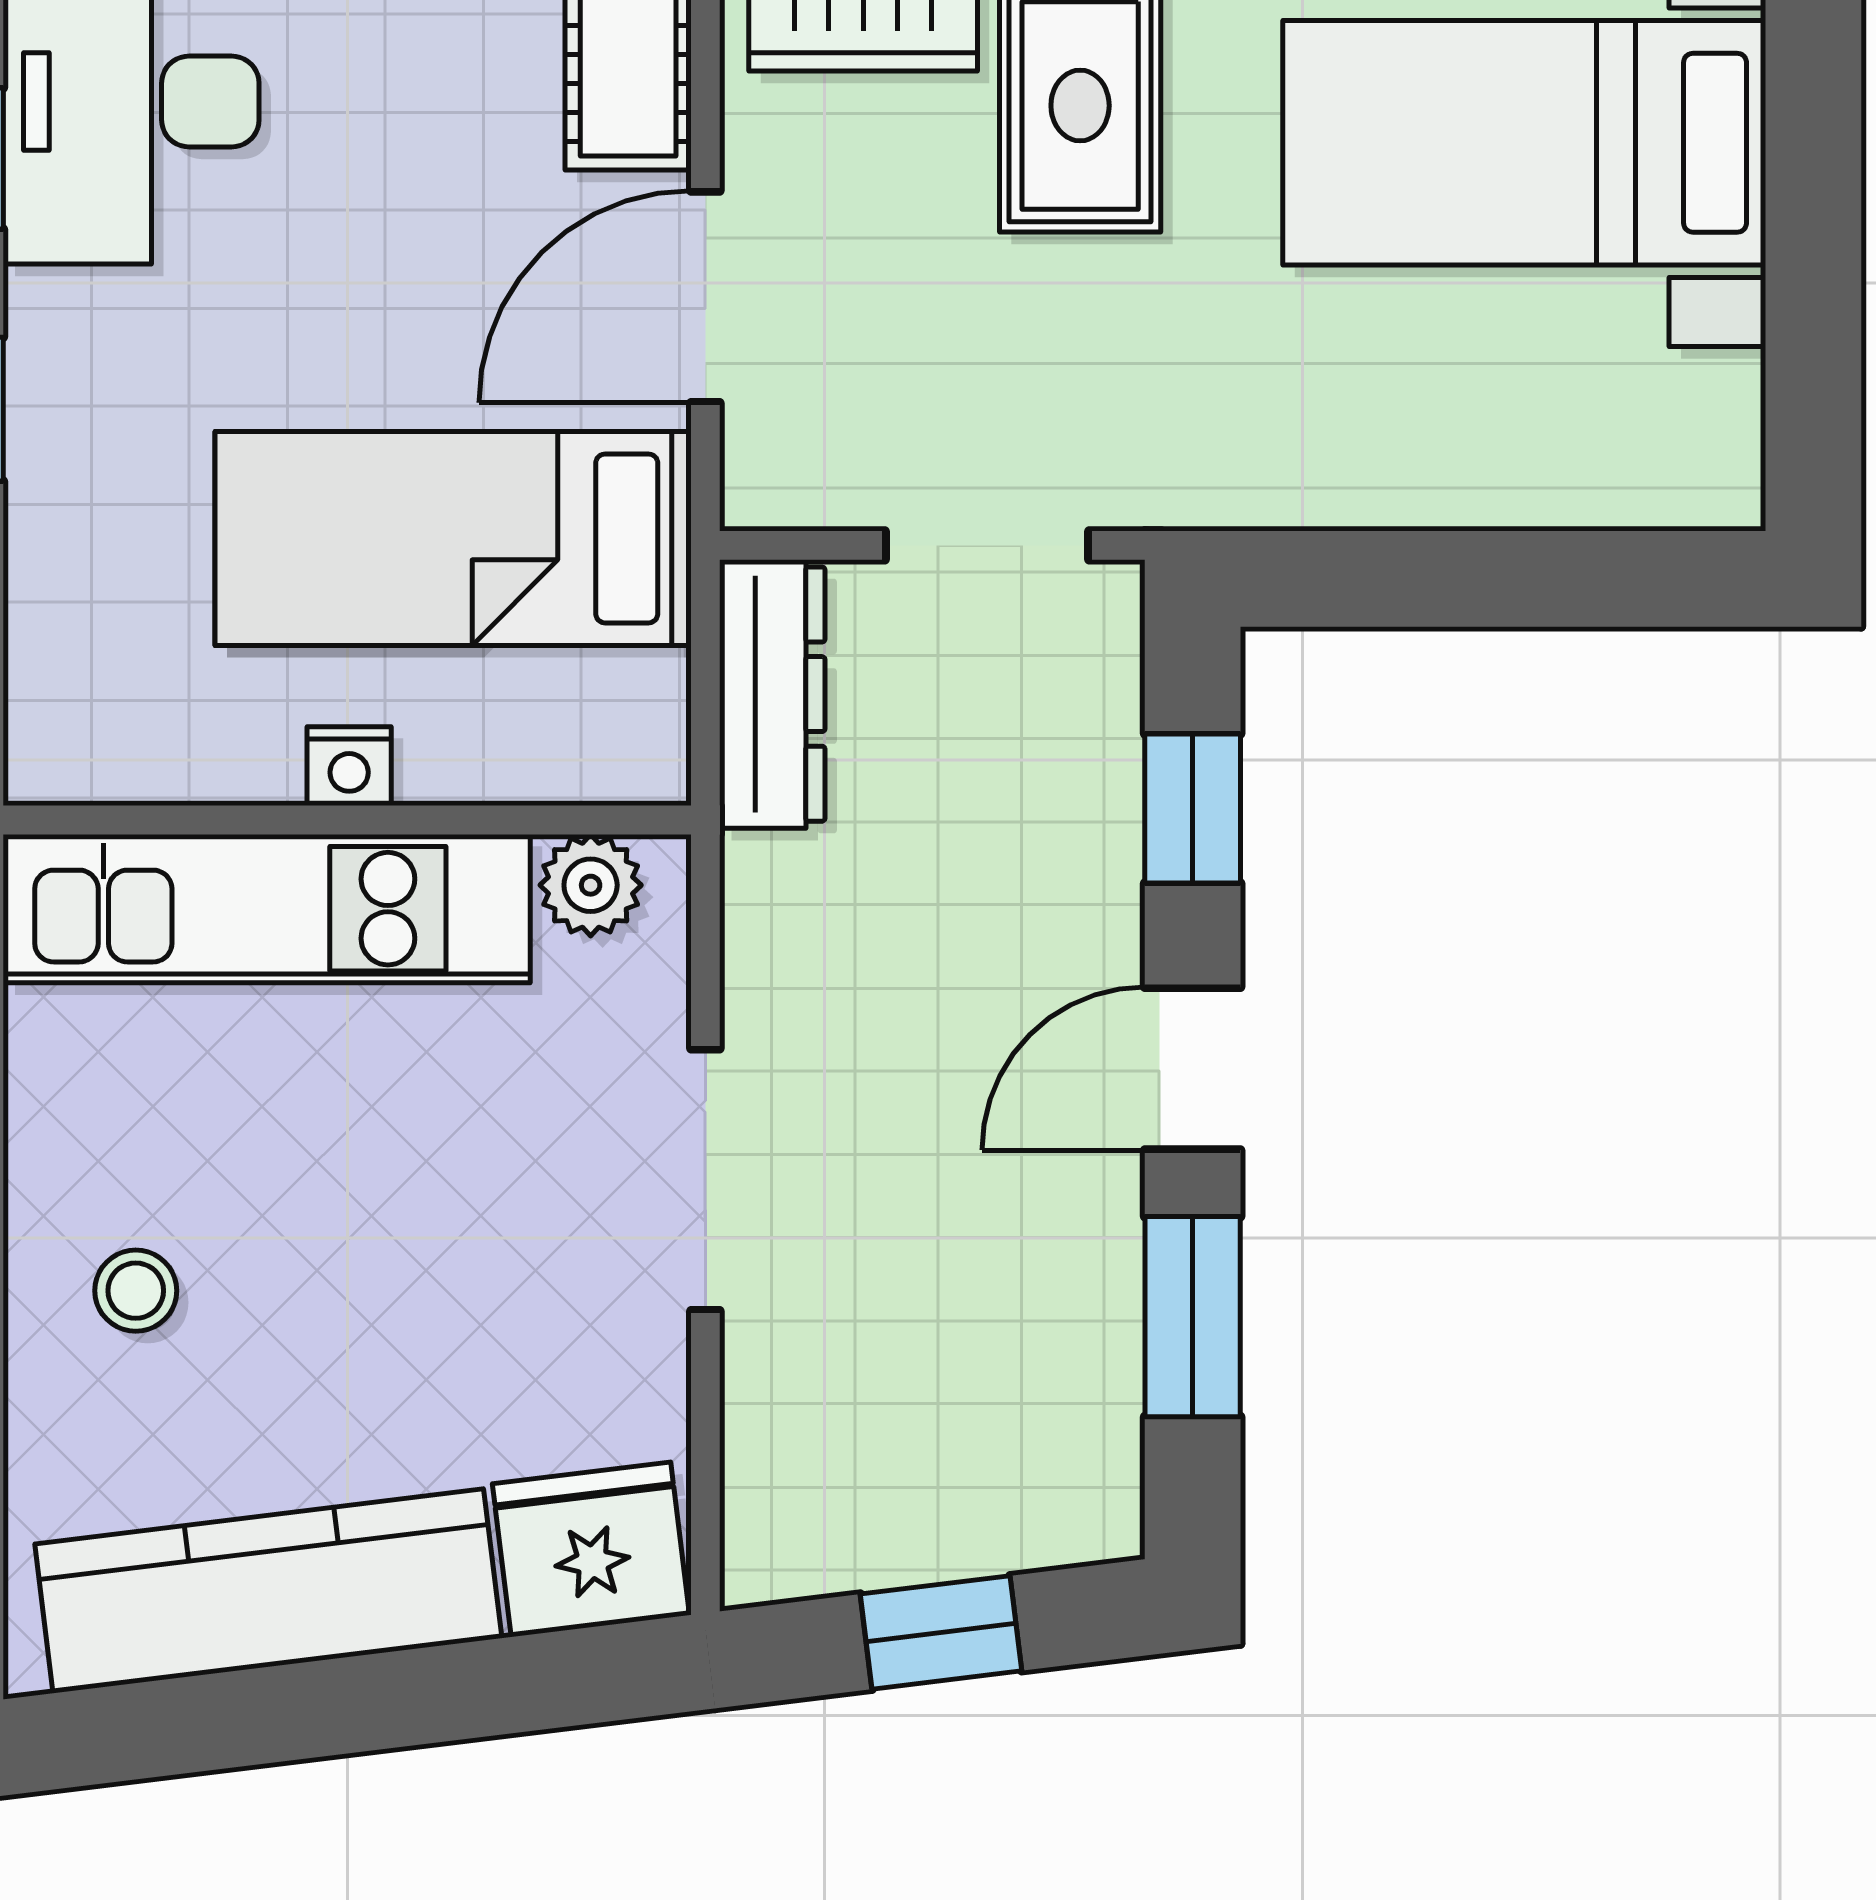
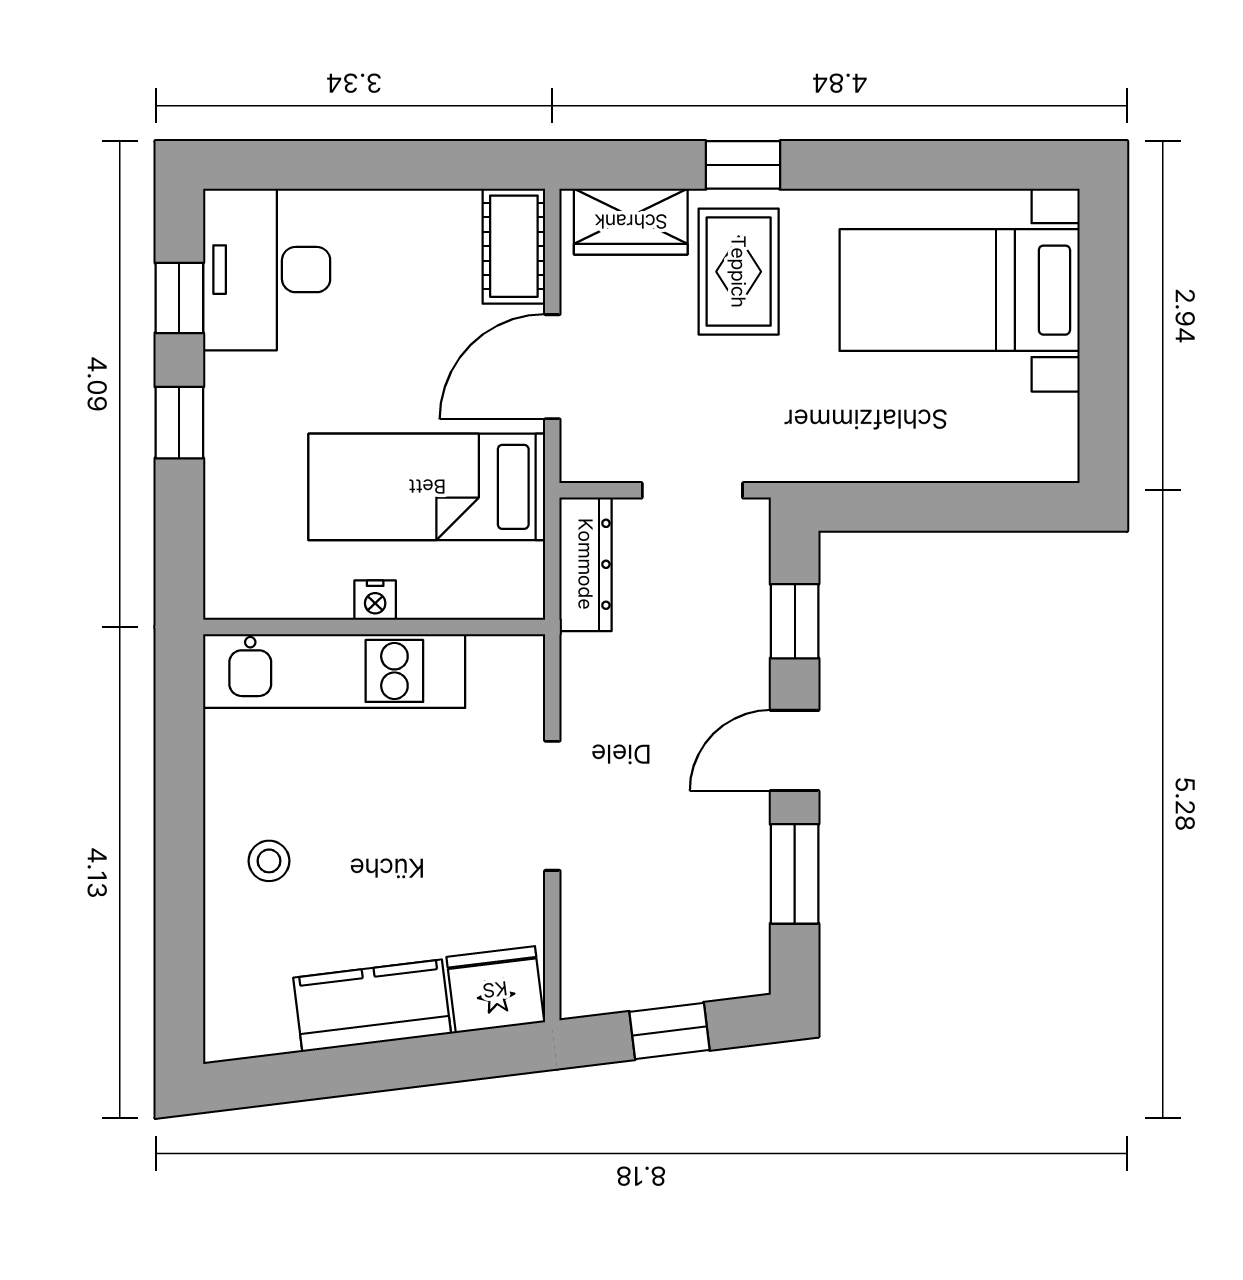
plant: (591, 885) -> (495, 659), removed
kitchen counter: (268, 1591) -> (372, 1006), width x0.67

